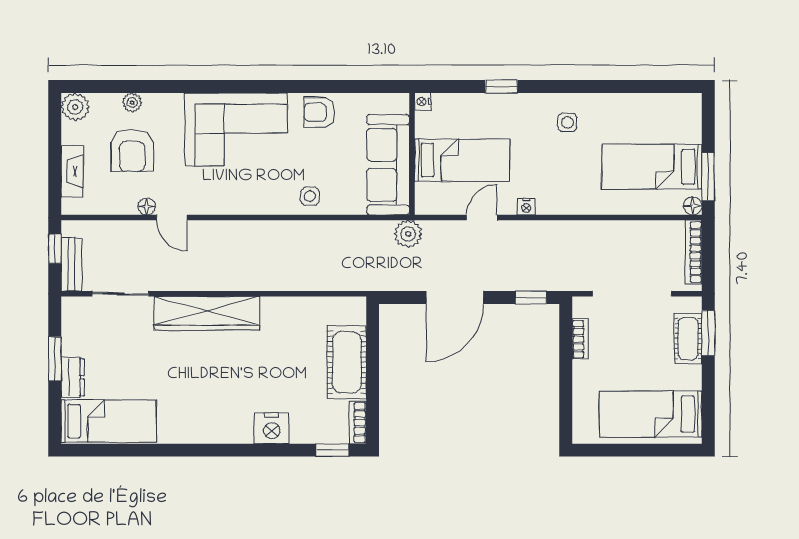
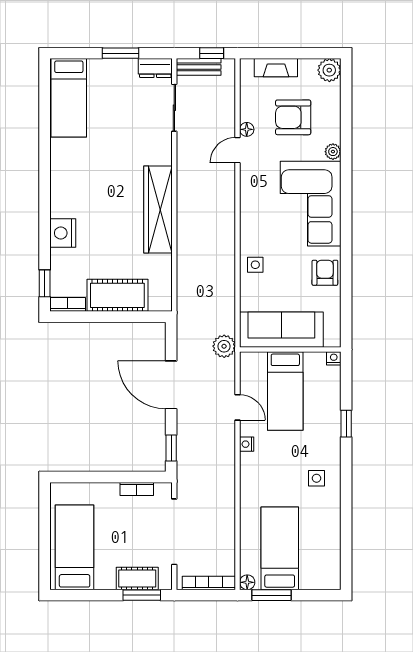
plant: (132, 103) -> (333, 152), moved
wardrobe: (207, 313) -> (158, 209), moved
dresser: (73, 377) -> (155, 68), moved

